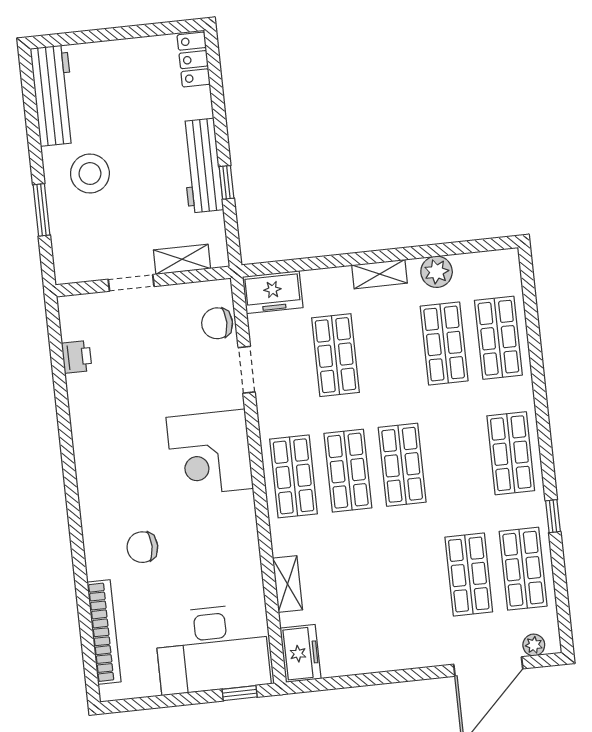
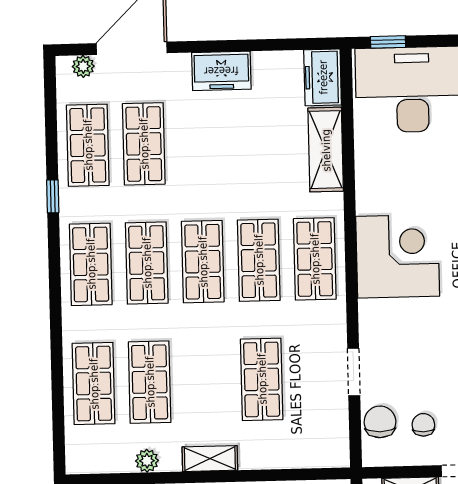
plant: (437, 272) -> (147, 461), width x0.73, depth x0.73
freezer: (273, 292) -> (221, 71), moved, turned 180
chair: (217, 323) -> (380, 422), turned -90
chair: (175, 324) -> (423, 425), added
corner desk: (210, 453) -> (398, 256), moved
shop shelf: (456, 459) -> (147, 263), added
shelving: (288, 584) -> (326, 150), width x1.50, depth x1.33

